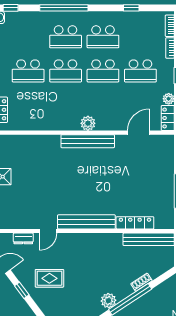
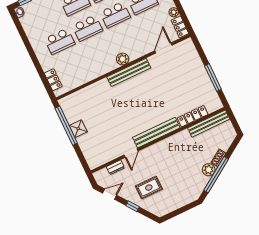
plant: (108, 301) -> (209, 170), moved

